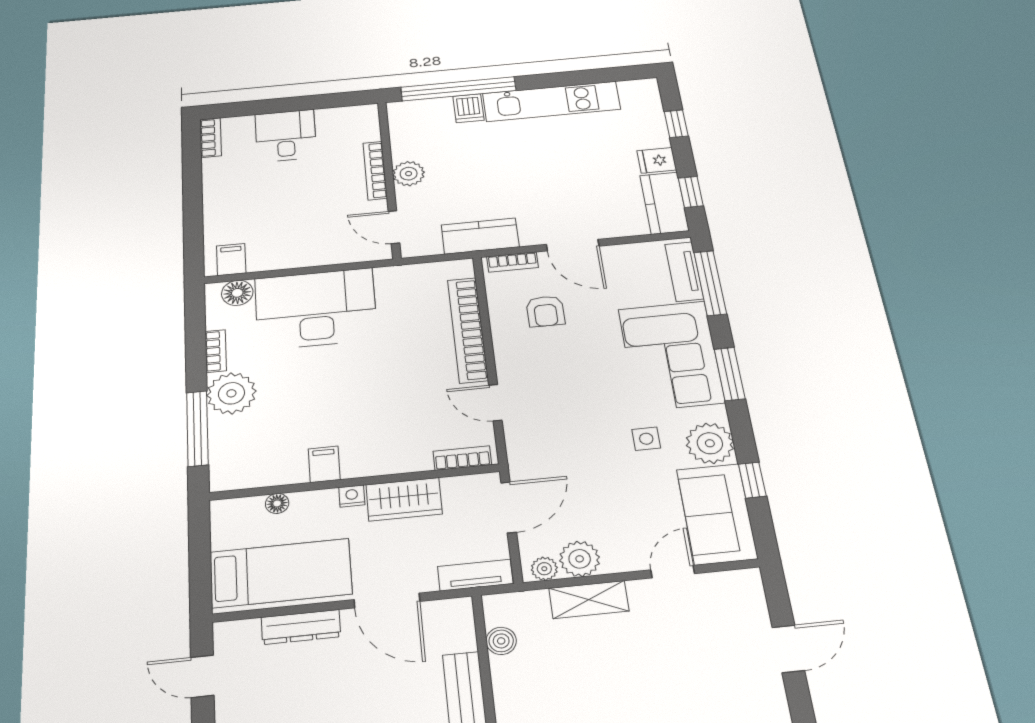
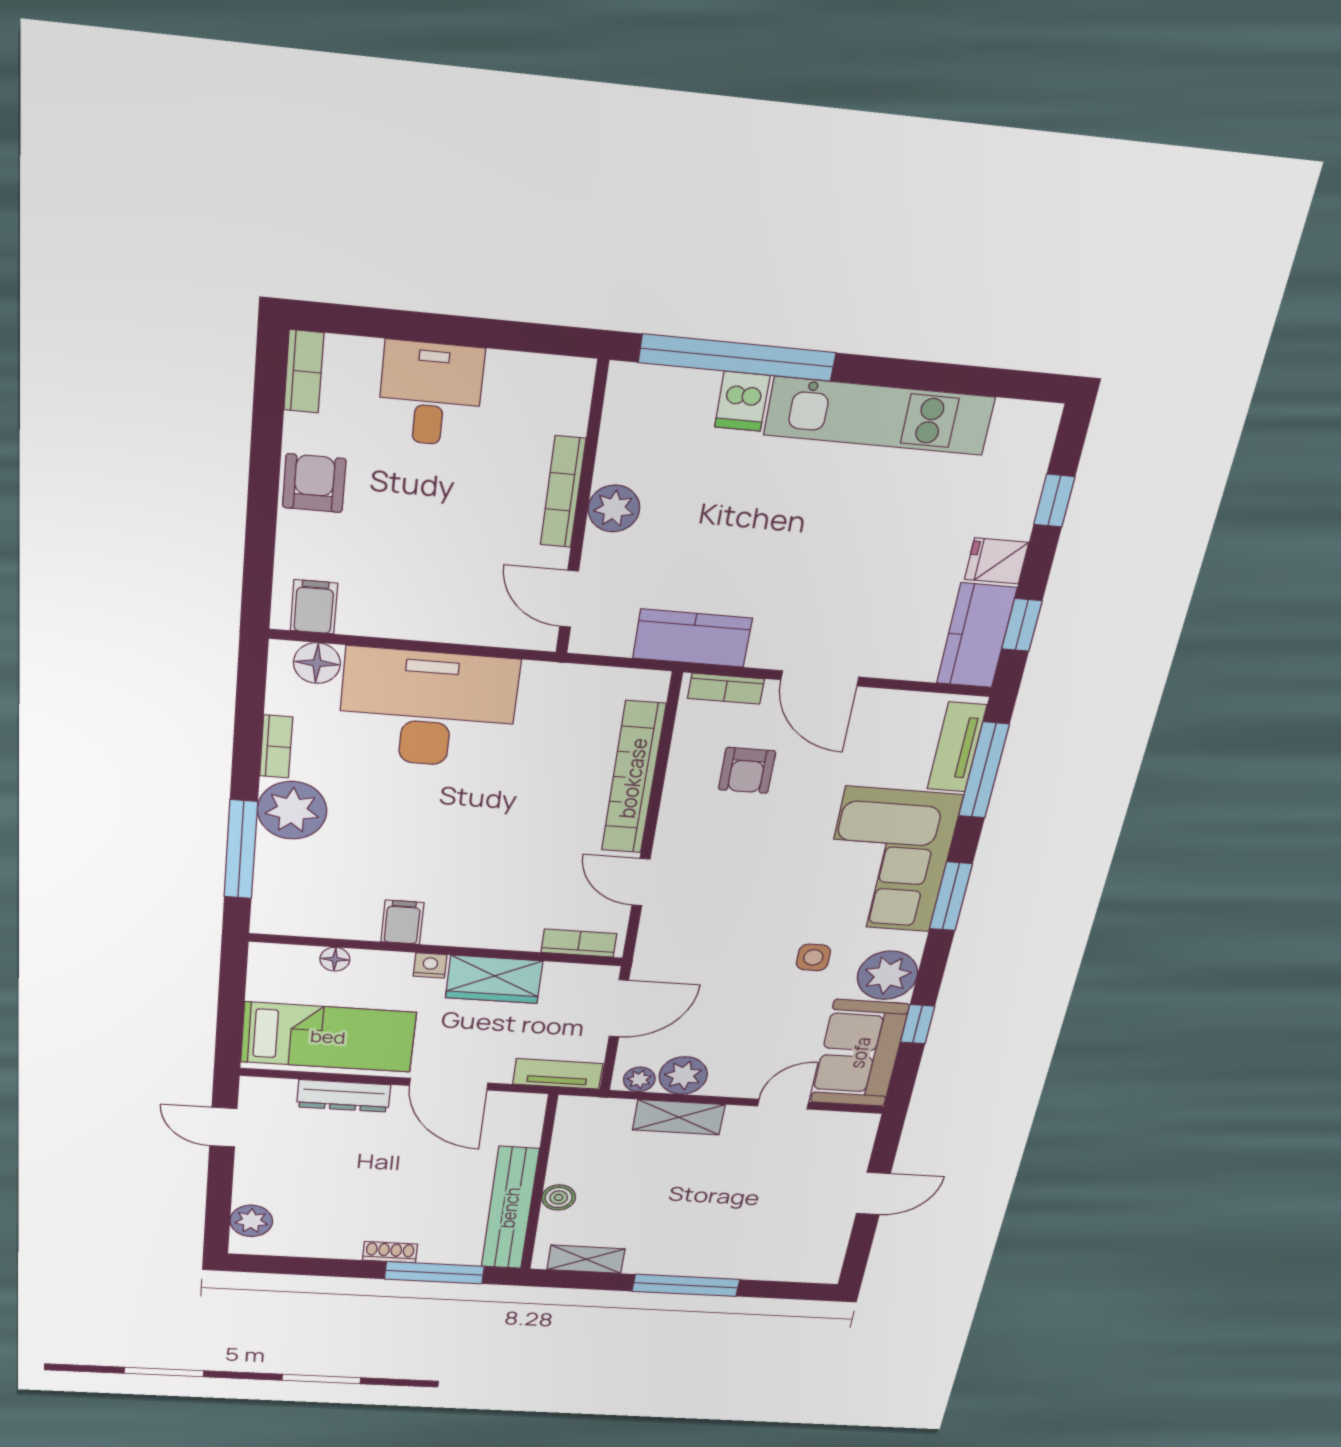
armchair: (223, 192) -> (314, 483), added
boiler: (501, 641) -> (559, 1197), moved

